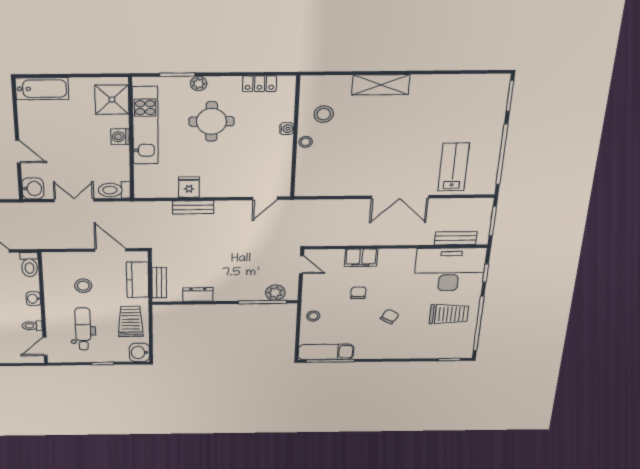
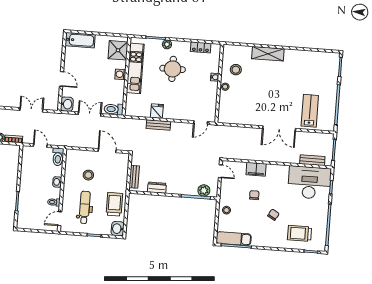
kitchen counter: (138, 280) -> (121, 174), removed
trolley: (449, 314) -> (300, 233), moved, turned 180

